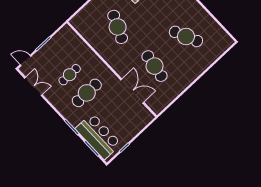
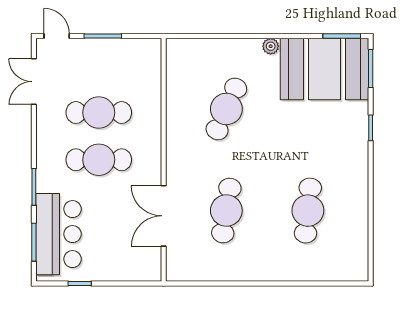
cafe table: (186, 36) -> (308, 211), turned 30
cafe table: (70, 75) -> (99, 113), width x1.37, depth x1.35
double door: (33, 86) -> (34, 82), swing flipped
double door: (132, 91) -> (164, 216), swing flipped

